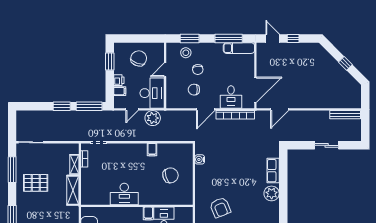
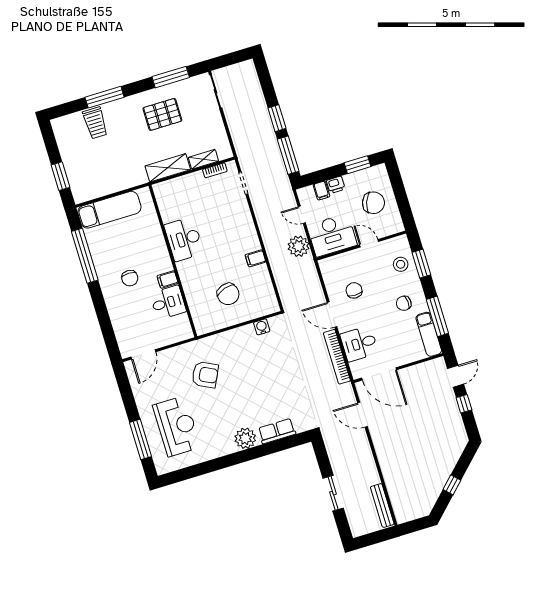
chair: (198, 70) -> (404, 303), moved
pallet: (36, 183) -> (162, 114), turned 90
armchair: (220, 208) -> (205, 375), turned -132

